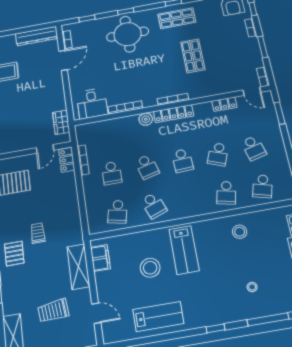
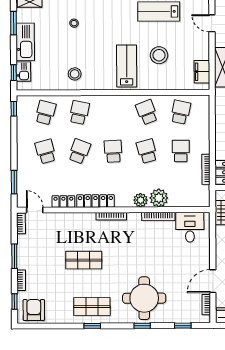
shop shelf: (193, 56) -> (84, 260), turned 90
locker: (173, 114) -> (95, 201), moved
plant: (127, 125) -> (159, 198), added

